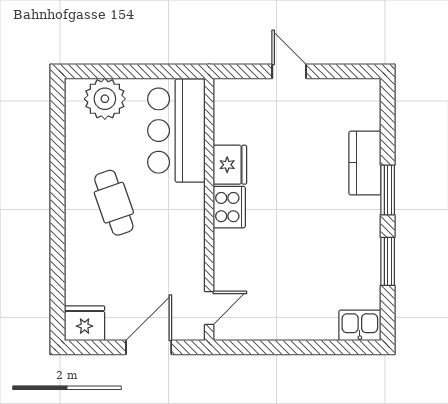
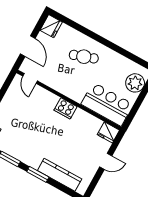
kitchen counter: (365, 163) -> (60, 175), width x1.50
fridge: (230, 165) -> (108, 132), moved
cafe table: (114, 203) -> (84, 57), moved

